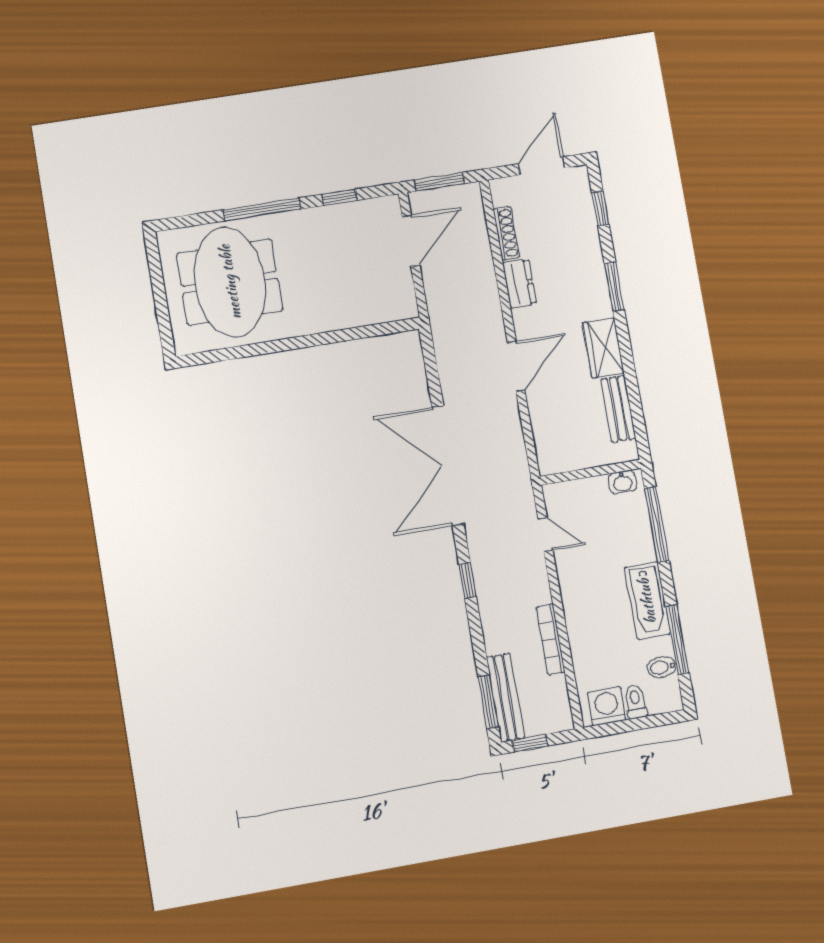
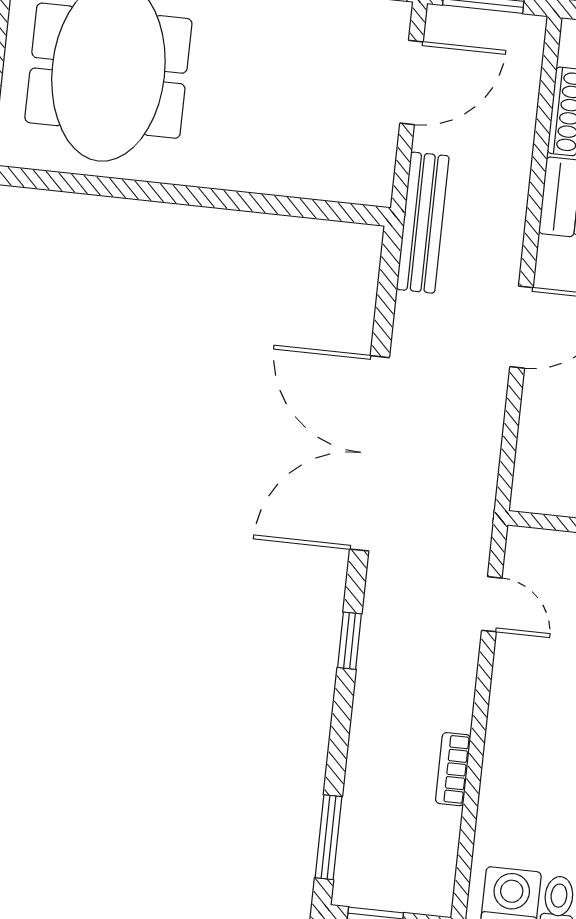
bookcase: (551, 639) -> (453, 769), width x0.64
bench: (505, 698) -> (423, 223), moved

